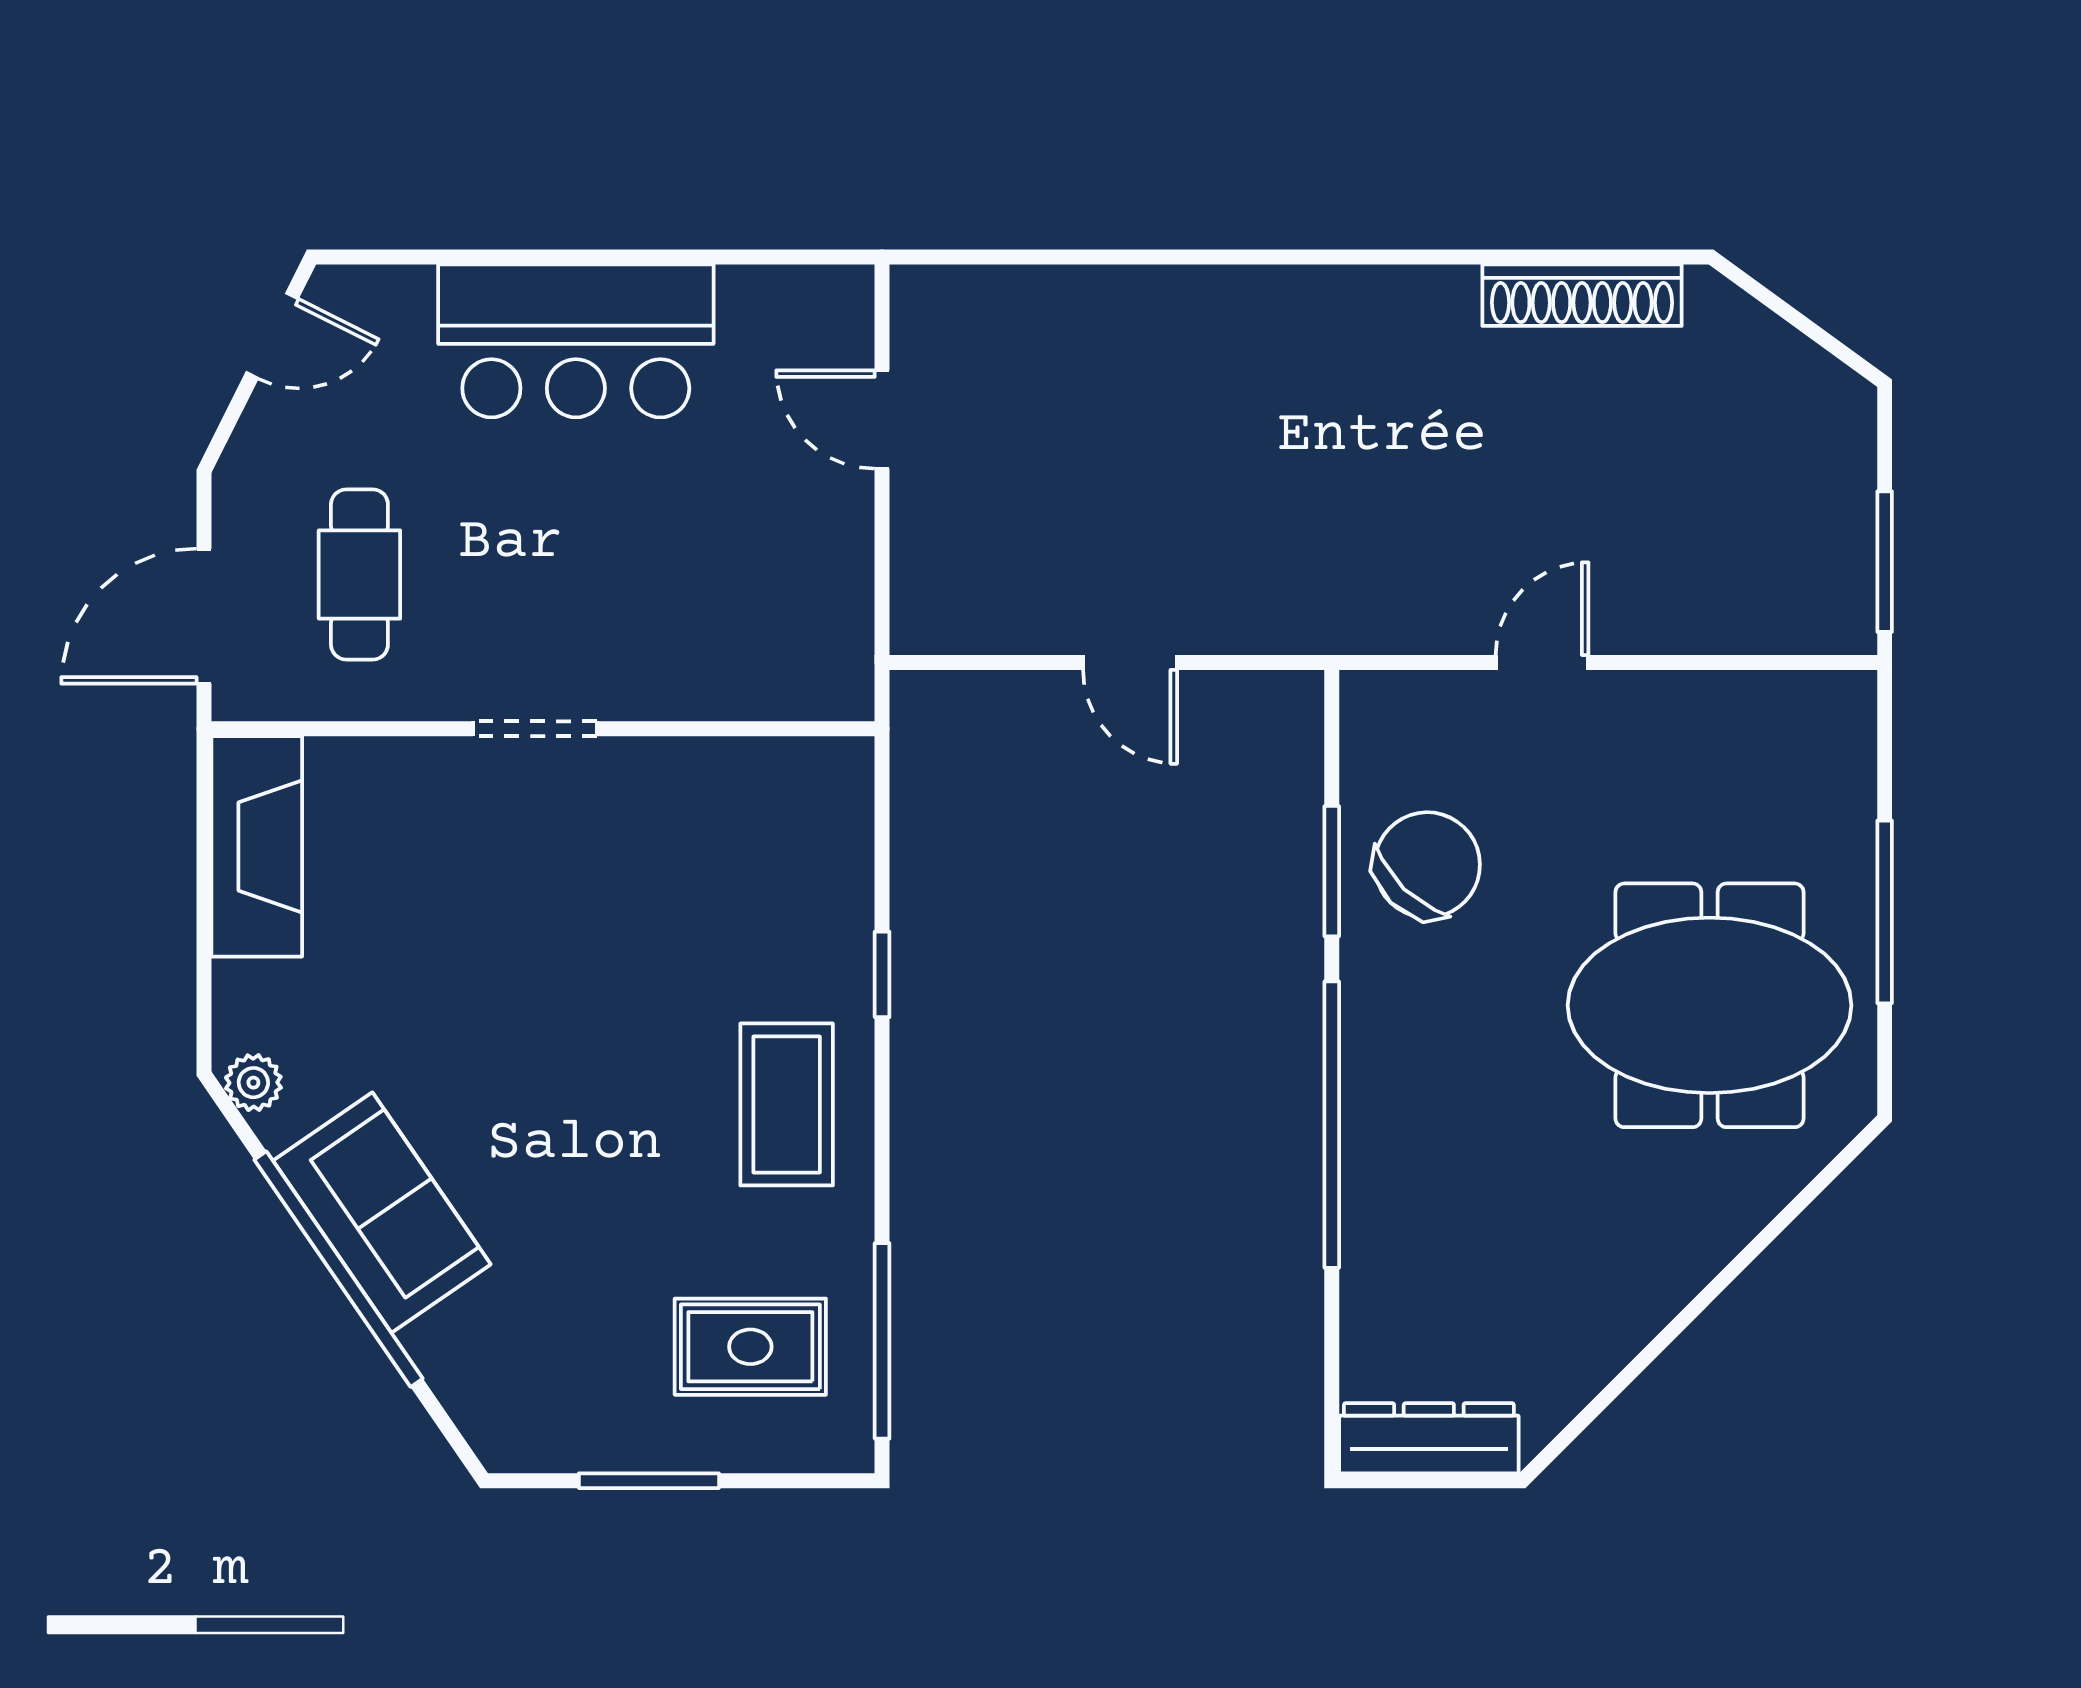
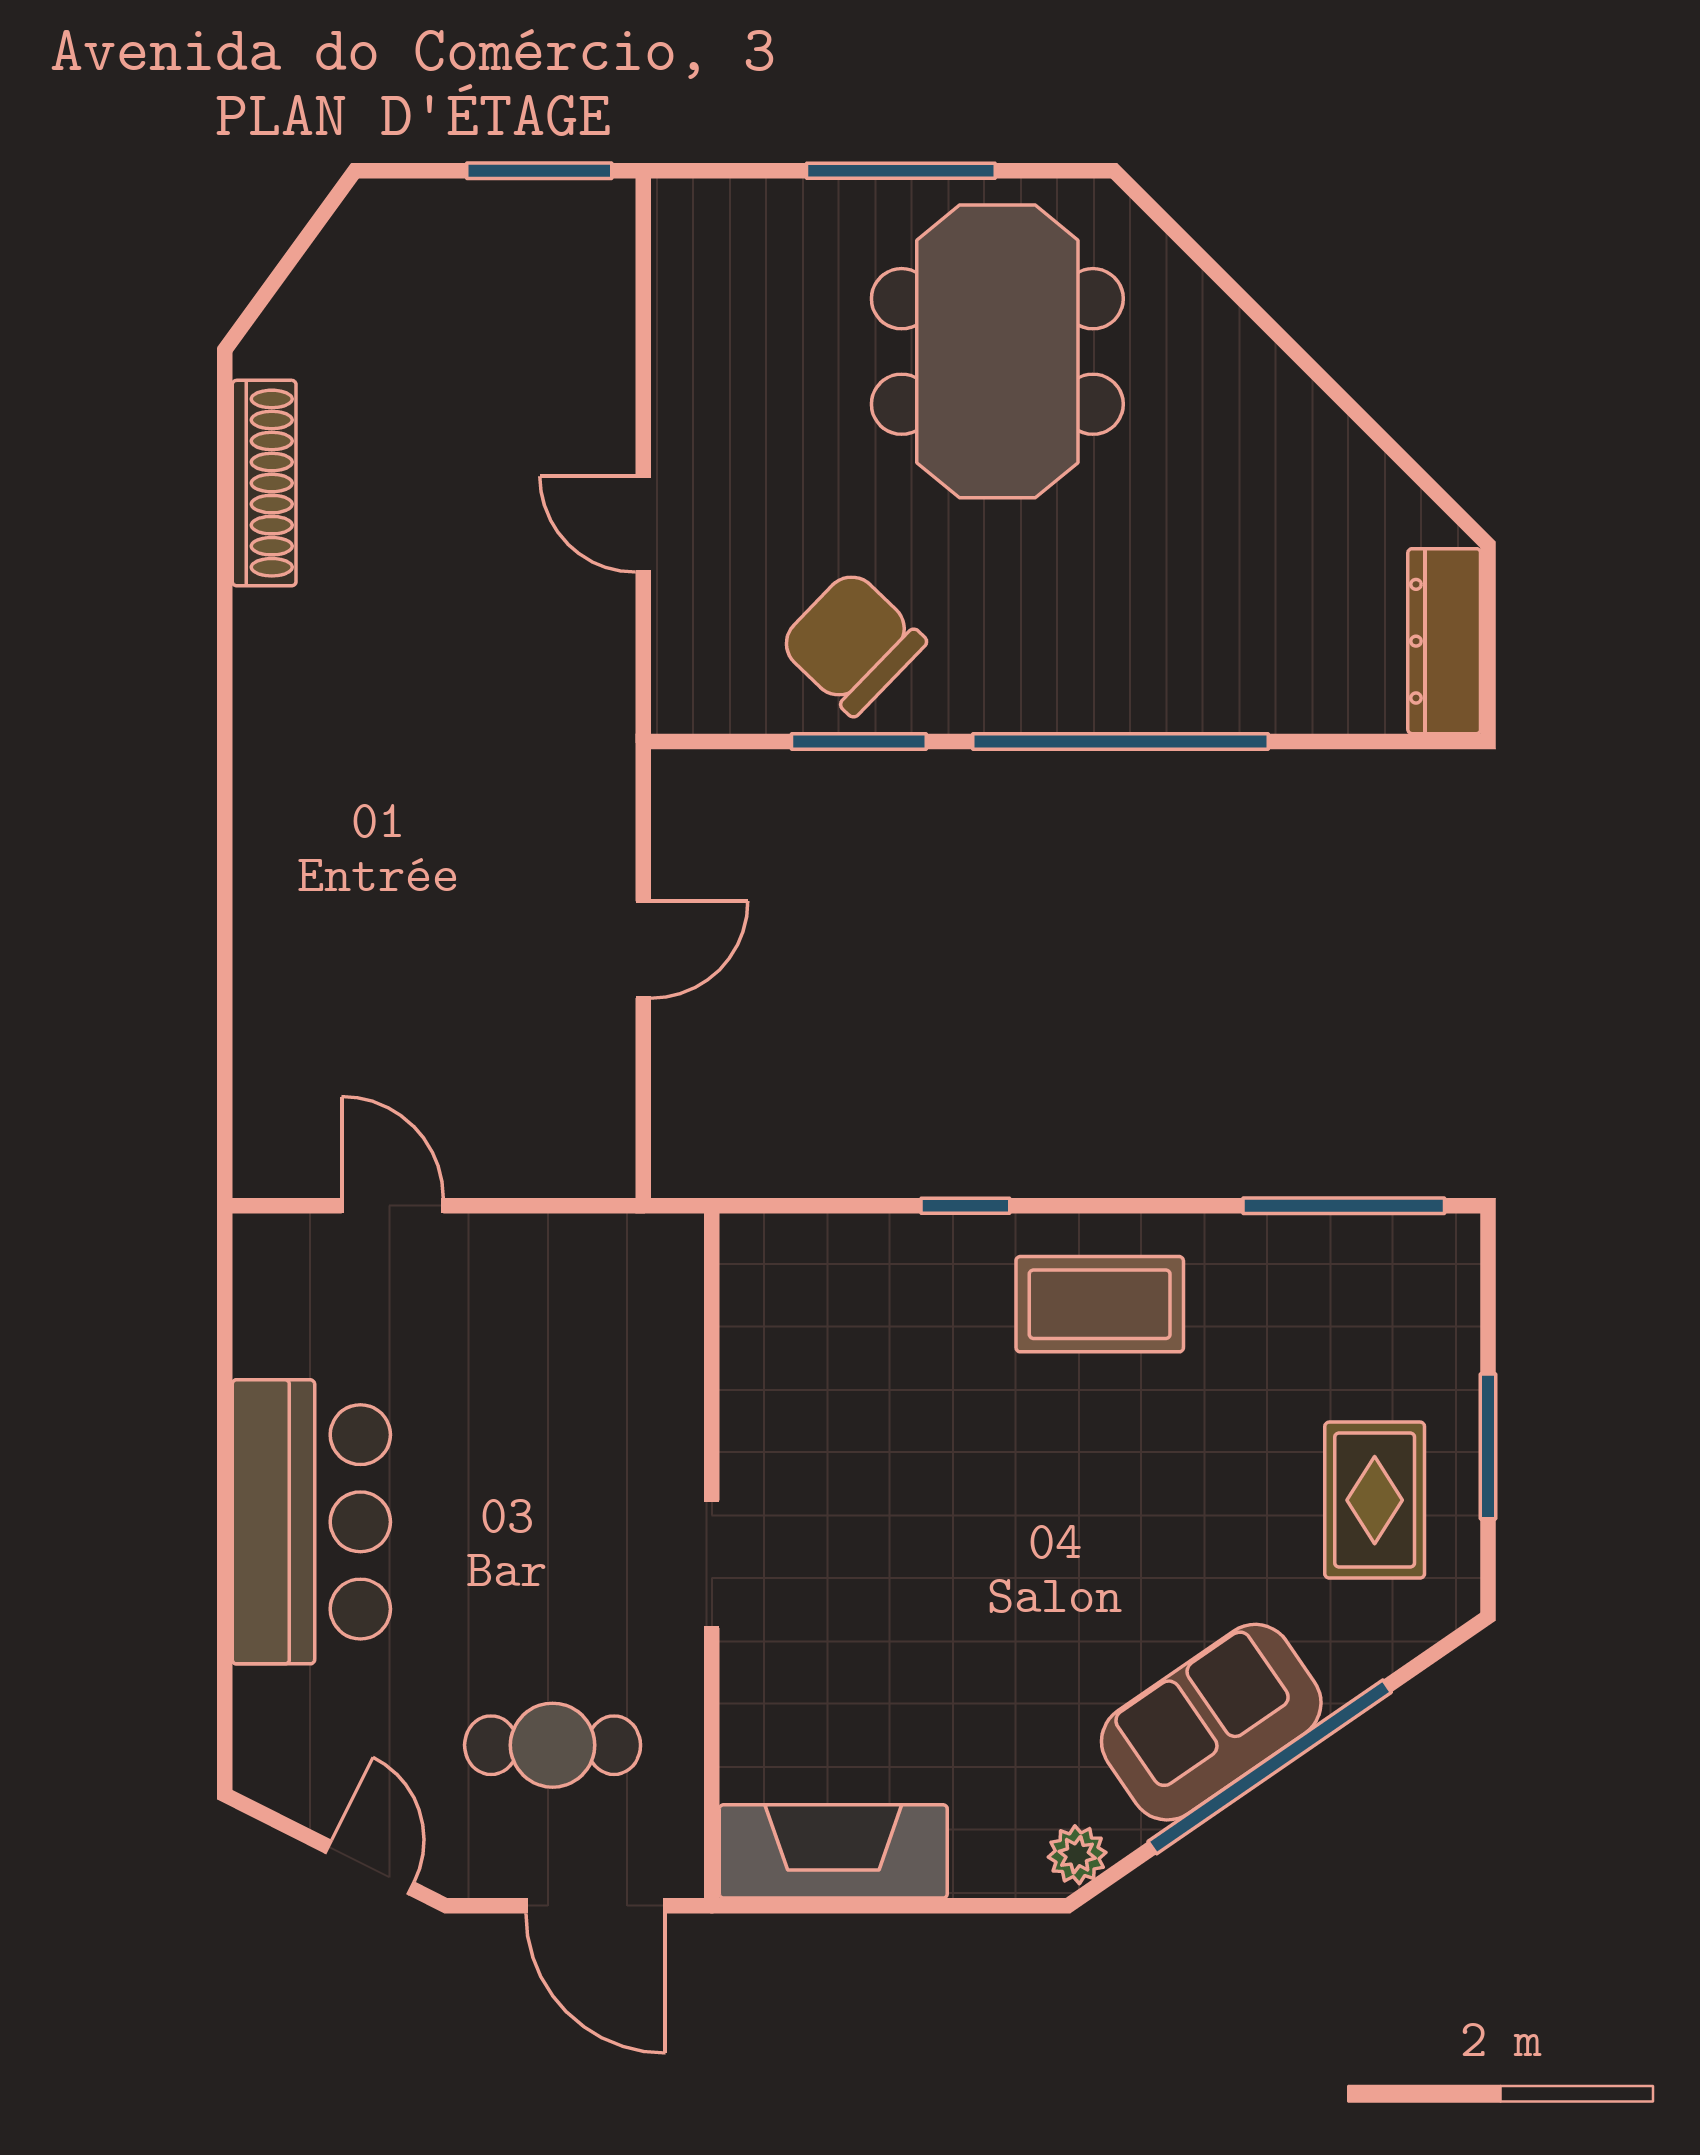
door: (272, 336) -> (370, 1867), moved
door: (882, 419) -> (393, 1206), swing flipped
rug: (750, 1347) -> (1375, 1500), moved

